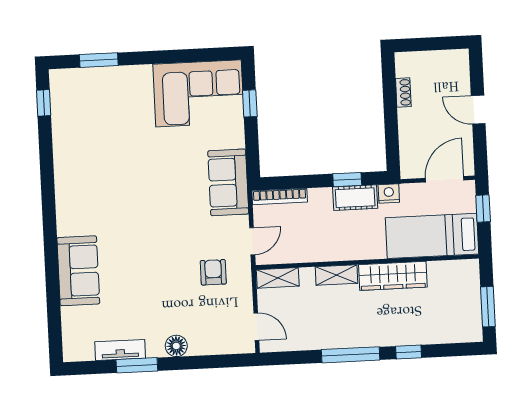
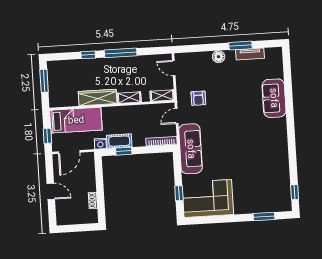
sofa: (228, 182) -> (191, 149), width x1.36

